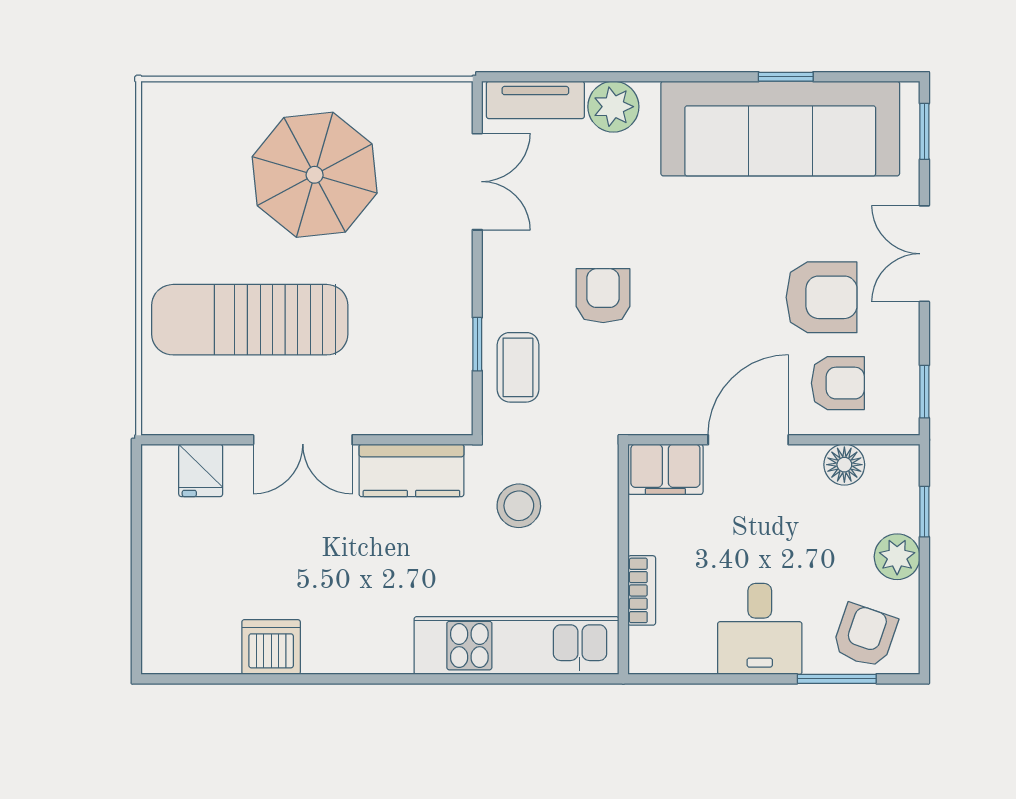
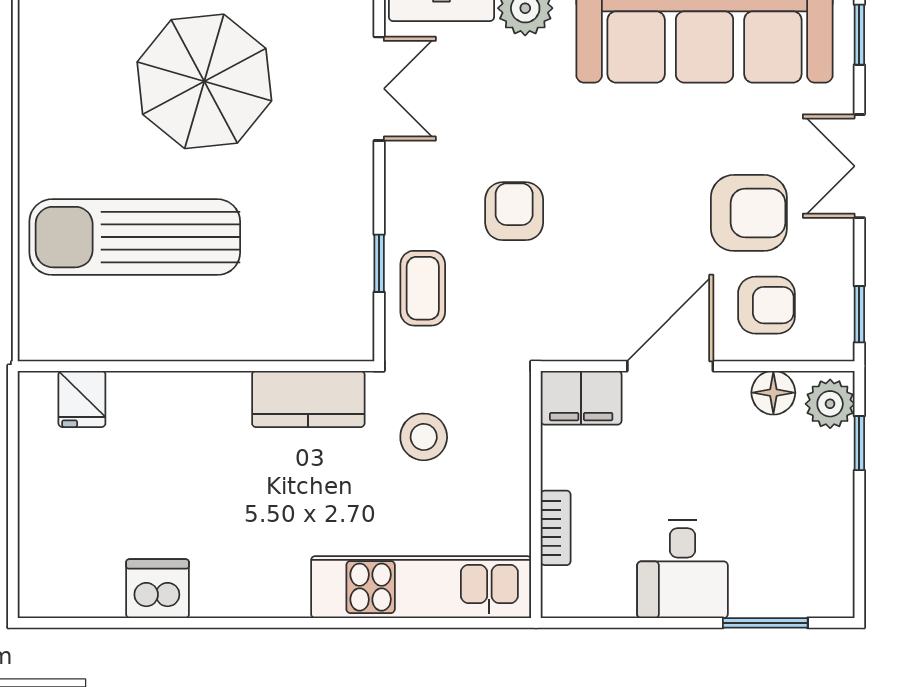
double door: (303, 440) -> (192, 366), removed
plant: (897, 557) -> (830, 404), moved
armchair: (865, 636) -> (795, 576), removed

